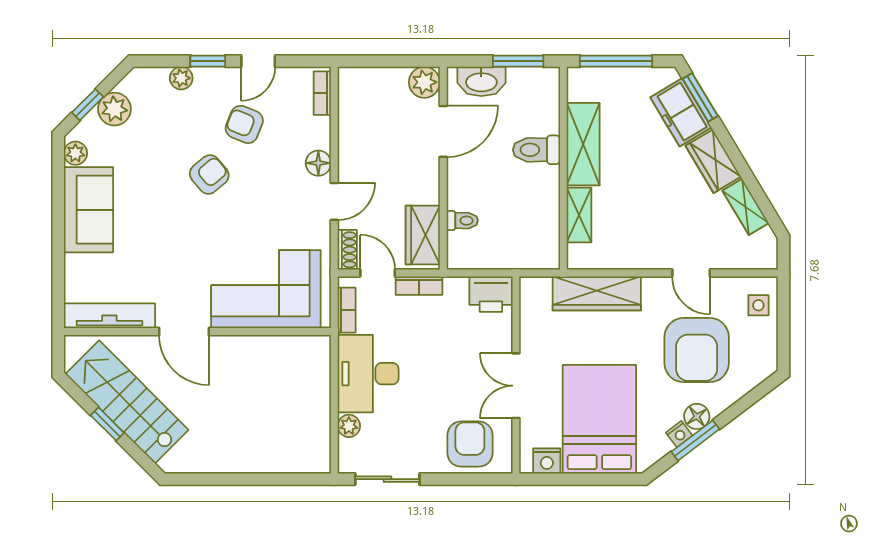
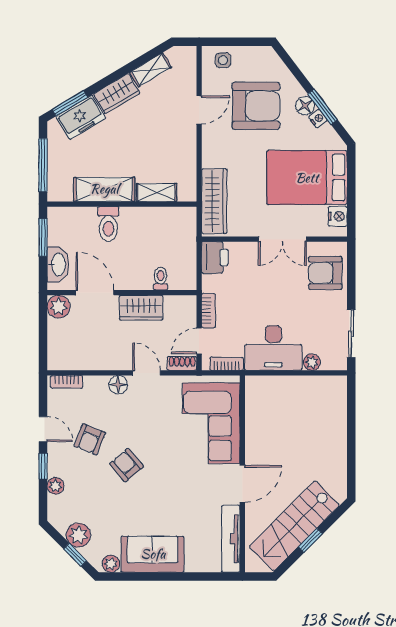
wardrobe: (423, 235) -> (141, 308), moved
wardrobe: (597, 293) -> (214, 201), moved

